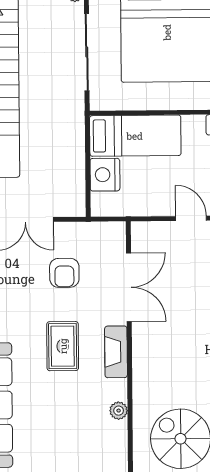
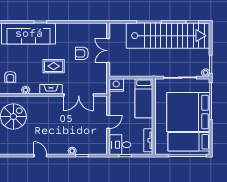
nightstand: (105, 175) -> (116, 85), moved
armchair: (64, 273) -> (82, 53), moved
armchair: (88, 447) -> (10, 77), added

